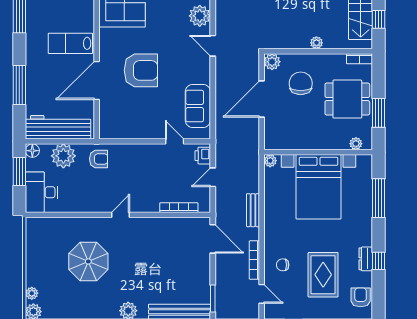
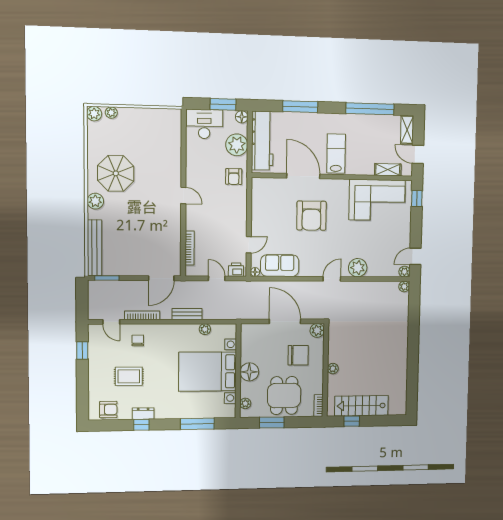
floor lamp: (205, 134) -> (255, 272), added
floor lamp: (319, 139) -> (249, 372), added
plant: (270, 161) -> (205, 329), moved
parasol: (88, 261) -> (116, 173), moved
rug: (323, 275) -> (129, 376), width x0.73, depth x0.70
door: (262, 294) -> (111, 322), hinge flipped

